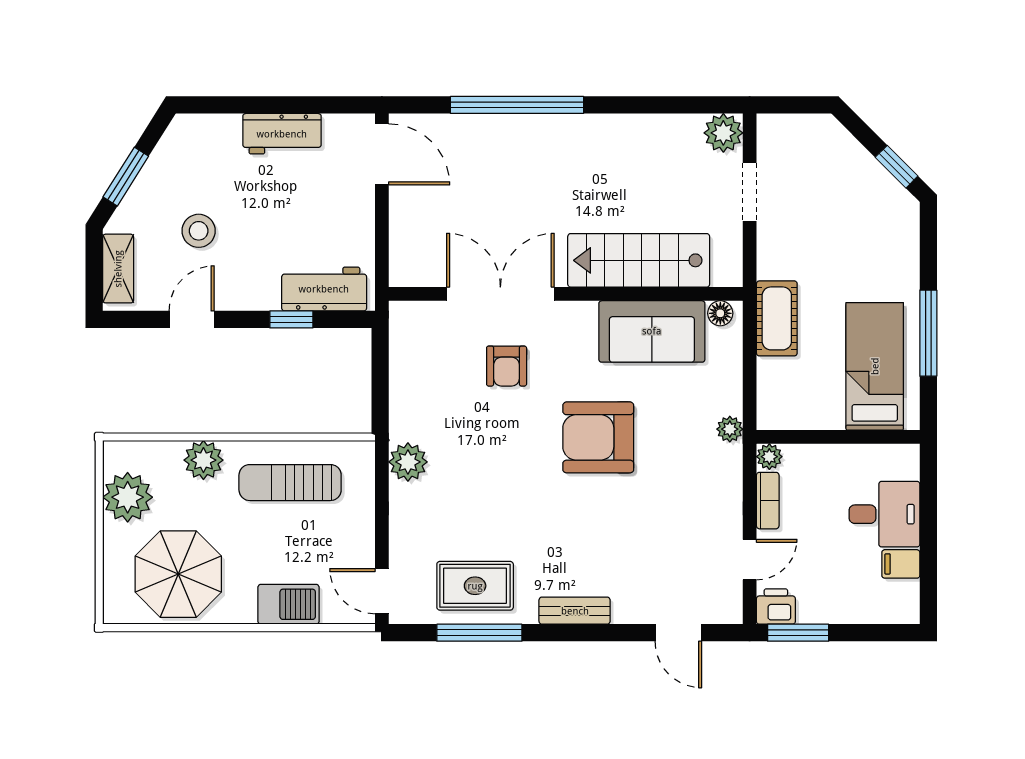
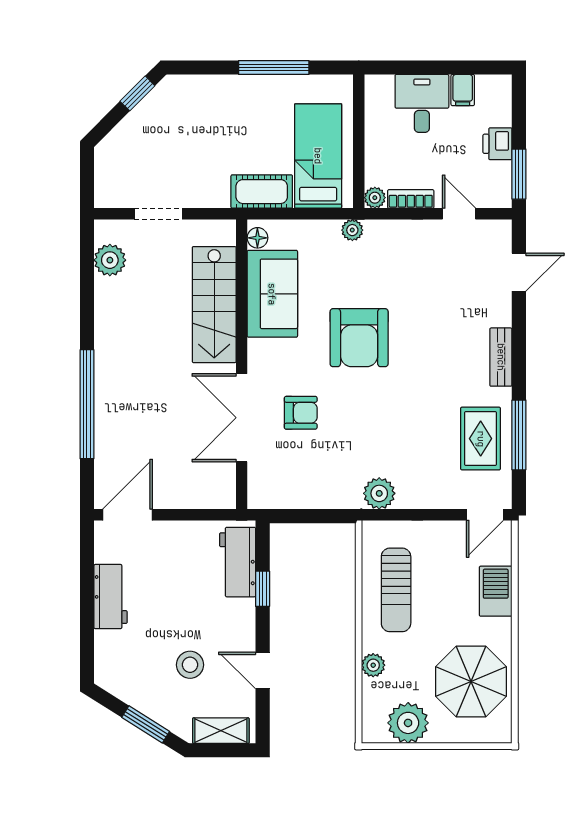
plant: (723, 133) -> (110, 260), moved
bed: (875, 366) -> (318, 156), moved, turned 90
plant: (203, 460) -> (373, 665), width x0.73, depth x0.73
printer: (776, 606) -> (497, 144), moved

